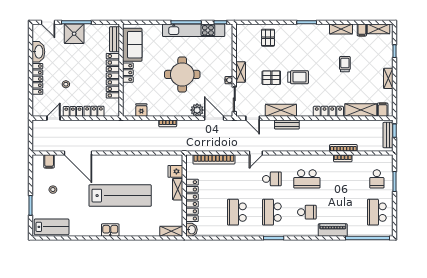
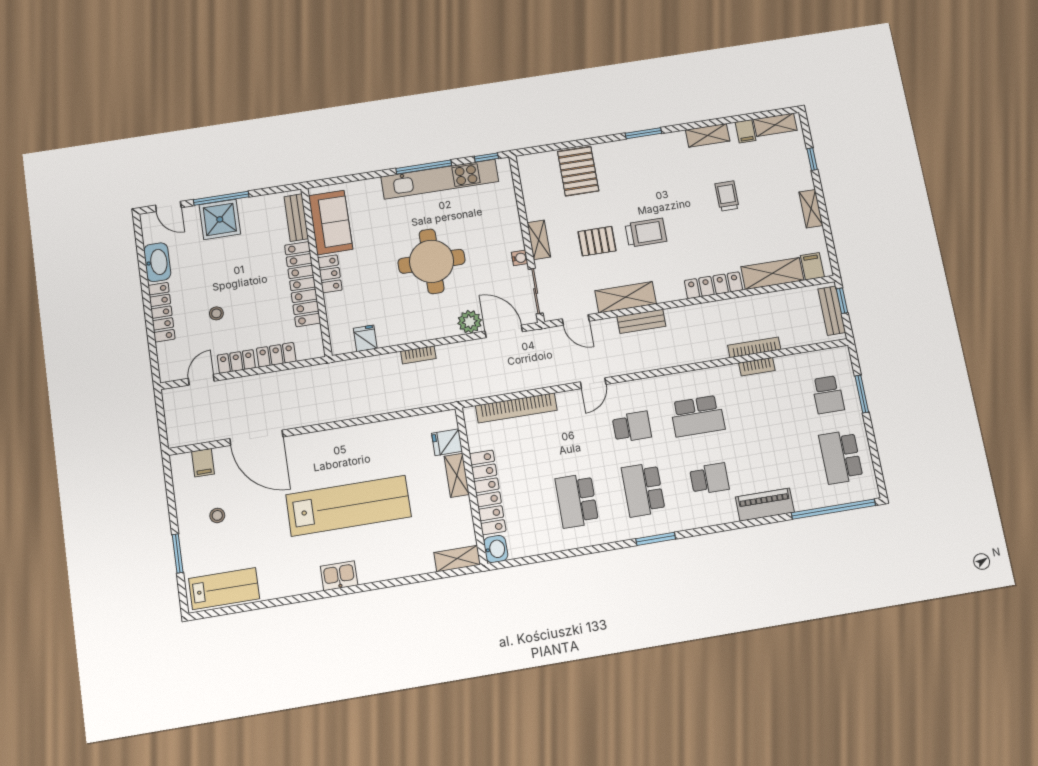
pallet: (268, 38) -> (578, 171), width x1.50, depth x1.42

